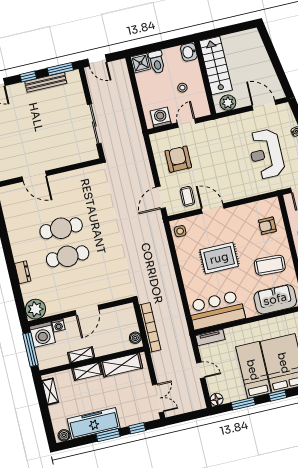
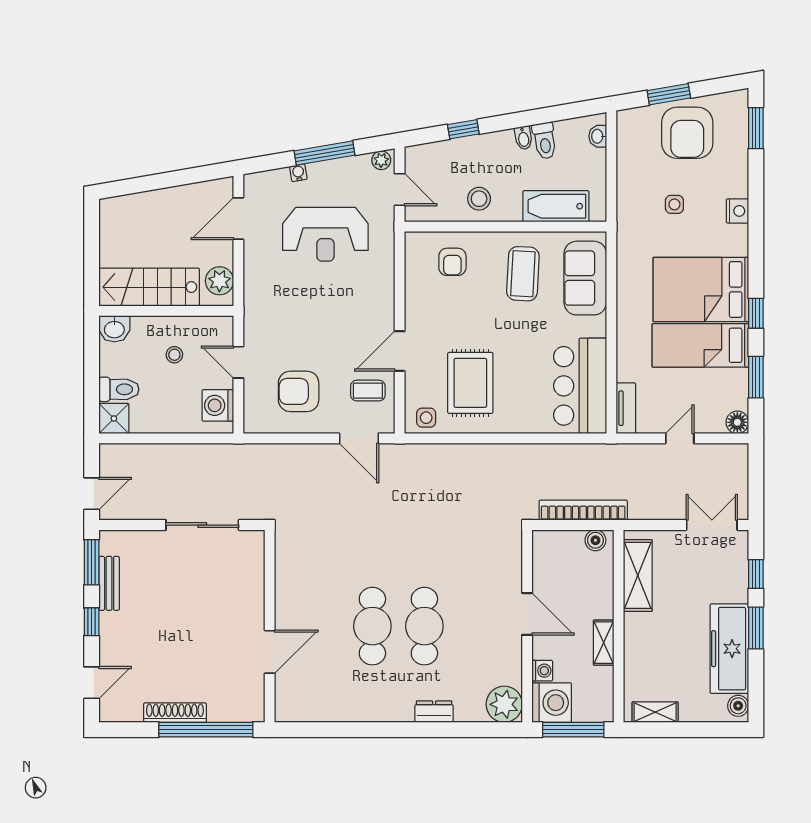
bench: (46, 82) -> (109, 583), width x0.73
rug: (219, 258) -> (470, 383), moved
shelving: (87, 371) -> (635, 639), removed

